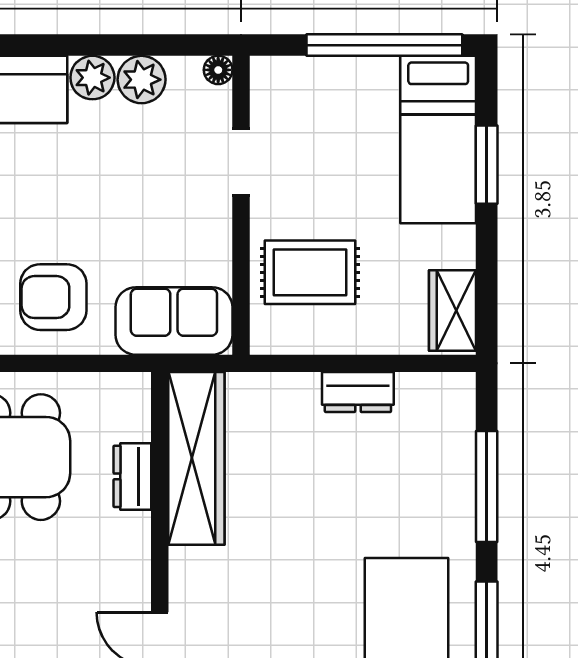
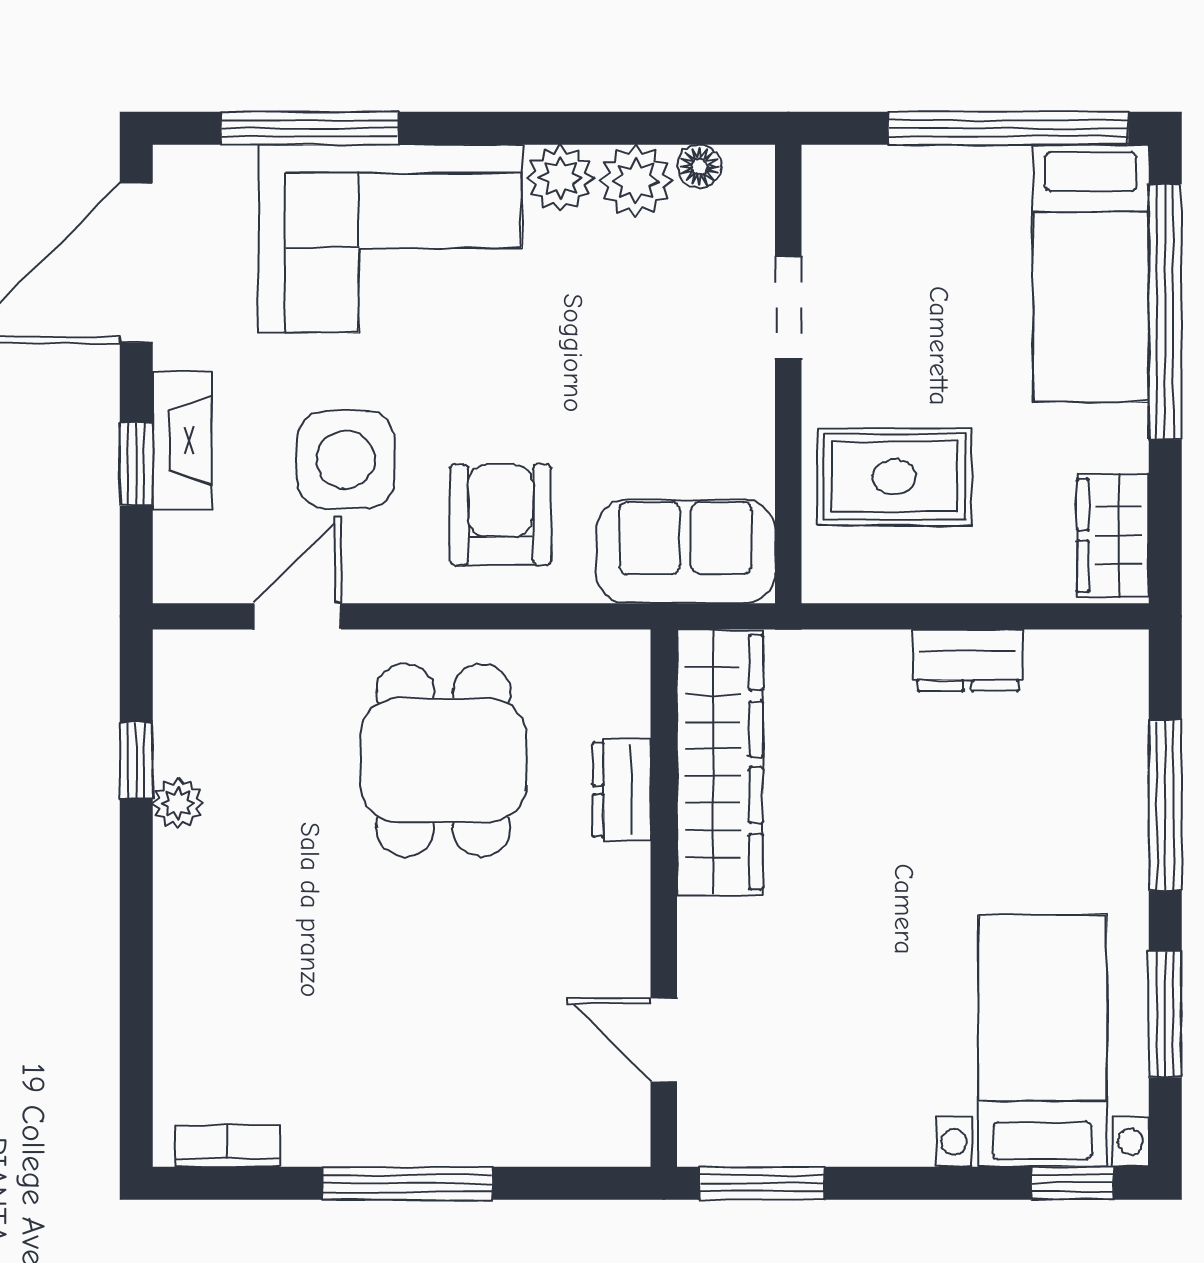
floor lamp: (218, 70) -> (699, 166), moved
window: (487, 165) -> (1165, 312), width x2.11
armchair: (53, 297) -> (501, 515), turned 90

